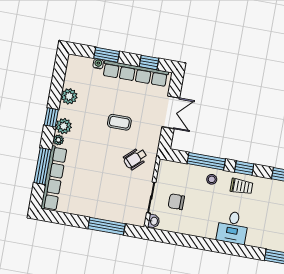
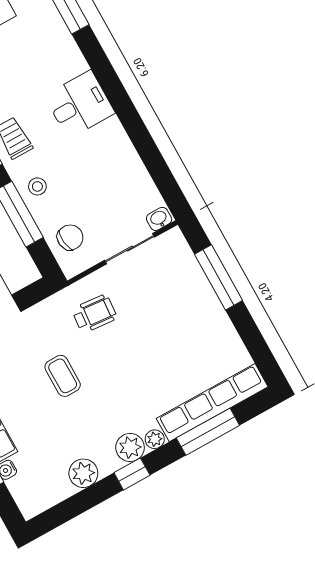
wheelchair: (135, 159) -> (94, 314), turned -42
chair: (176, 202) -> (70, 237), moved, turned -97

